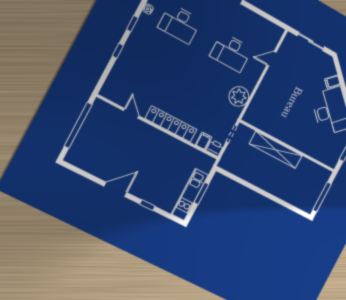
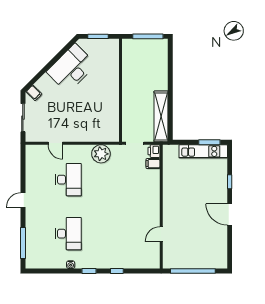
filing cabinet: (332, 82) -> (34, 93), moved
locker: (171, 124) -> (153, 198), removed
shelving: (276, 150) -> (161, 116), moved
window: (201, 193) -> (209, 142), moved

